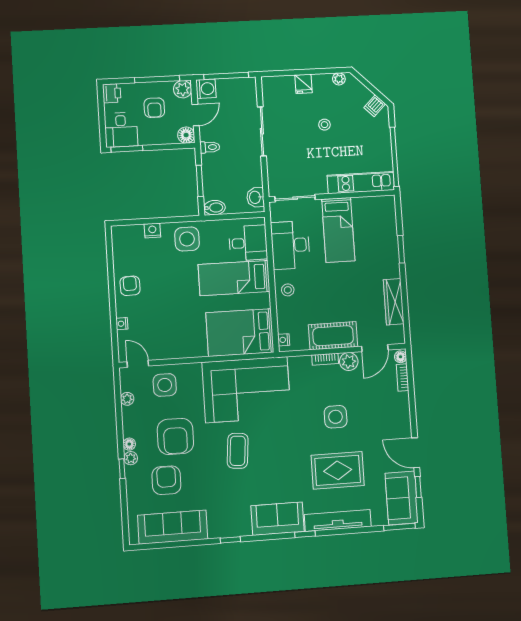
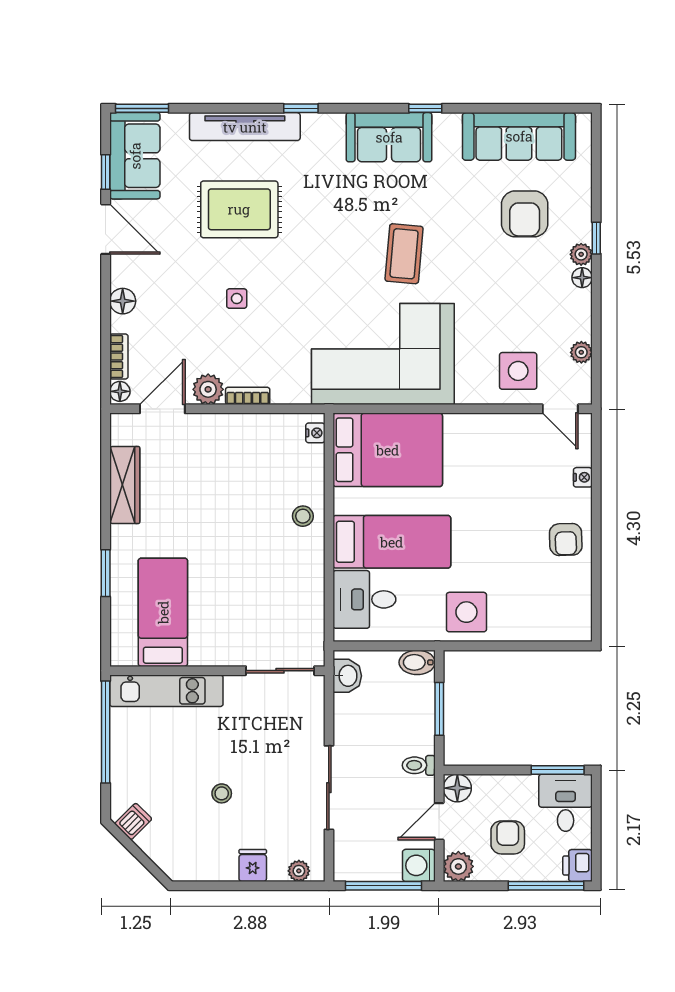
window: (157, 79) -> (546, 886), moved
plant: (339, 79) -> (299, 871), moved
nightstand: (152, 230) -> (523, 630), removed
bed: (338, 230) -> (163, 612), moved
desk: (290, 245) -> (293, 591), removed
cot: (333, 336) -> (232, 434), removed
floor lamp: (403, 411) -> (123, 301), added
side table: (336, 417) -> (237, 299), width x0.54, depth x0.54
armchair: (175, 436) -> (506, 285), removed
sofa: (278, 519) -> (389, 137), moved

